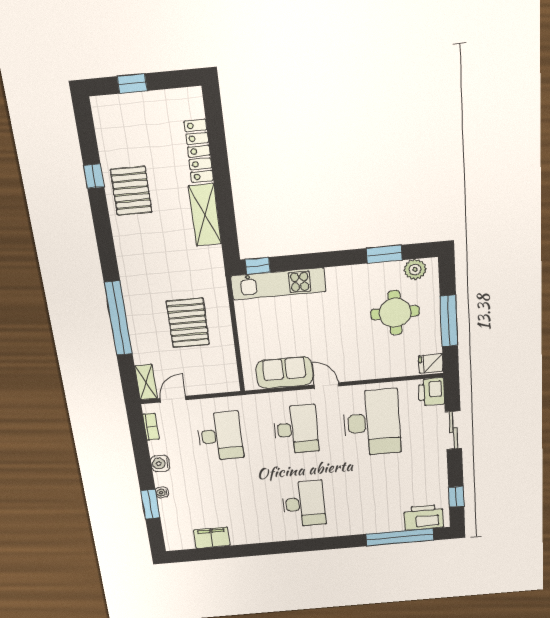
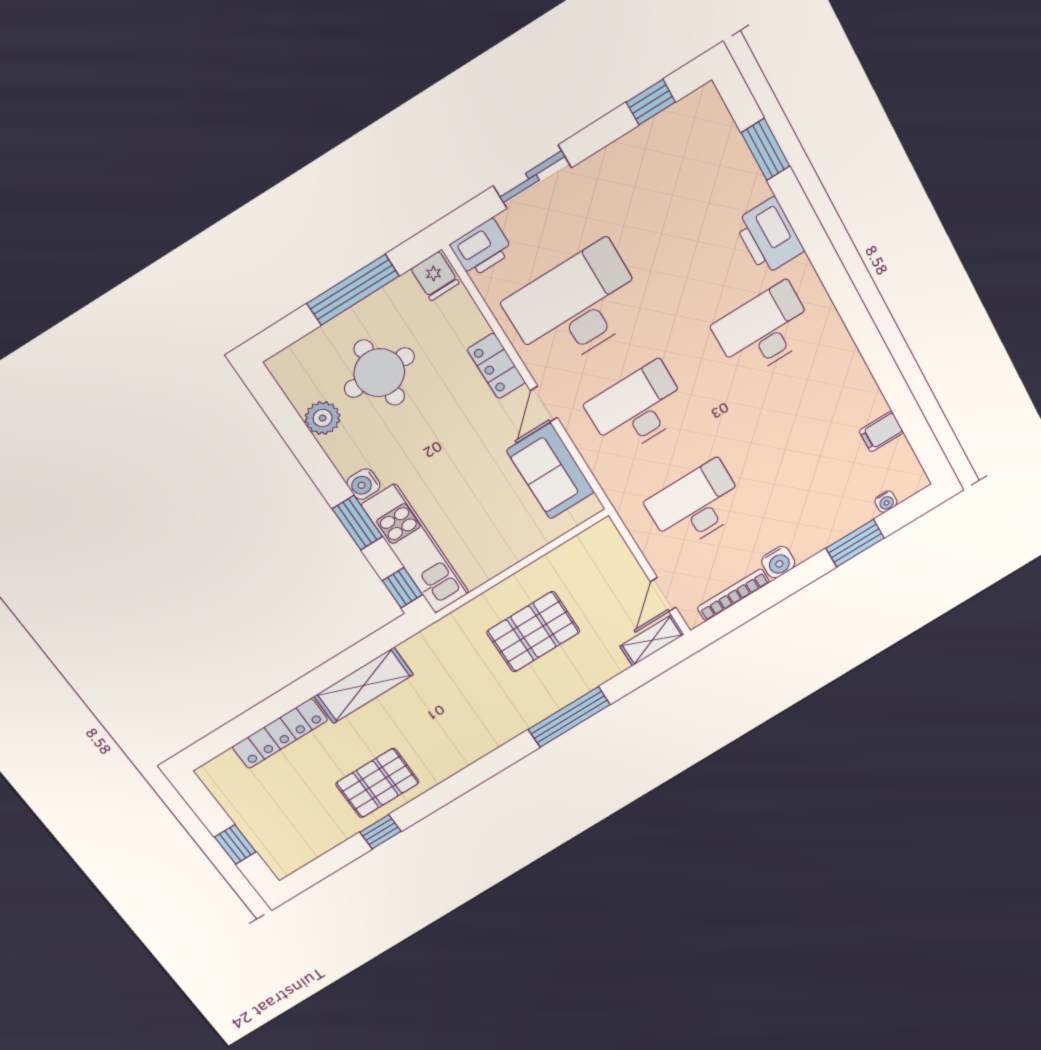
window: (384, 254) -> (357, 523), moved
plant: (415, 269) -> (323, 418), moved
water cooler: (335, 275) -> (363, 484), added
window: (118, 318) -> (569, 717), width x0.68
locker: (363, 371) -> (496, 366), added
door: (173, 399) -> (663, 594), hinge flipped
bookcase: (151, 427) -> (733, 595), width x1.56
water cooler: (162, 493) -> (886, 502), moved
printer: (424, 517) -> (769, 236), moved
window: (400, 537) -> (766, 149), width x0.47
filing cabinet: (212, 538) -> (881, 432), width x0.50

